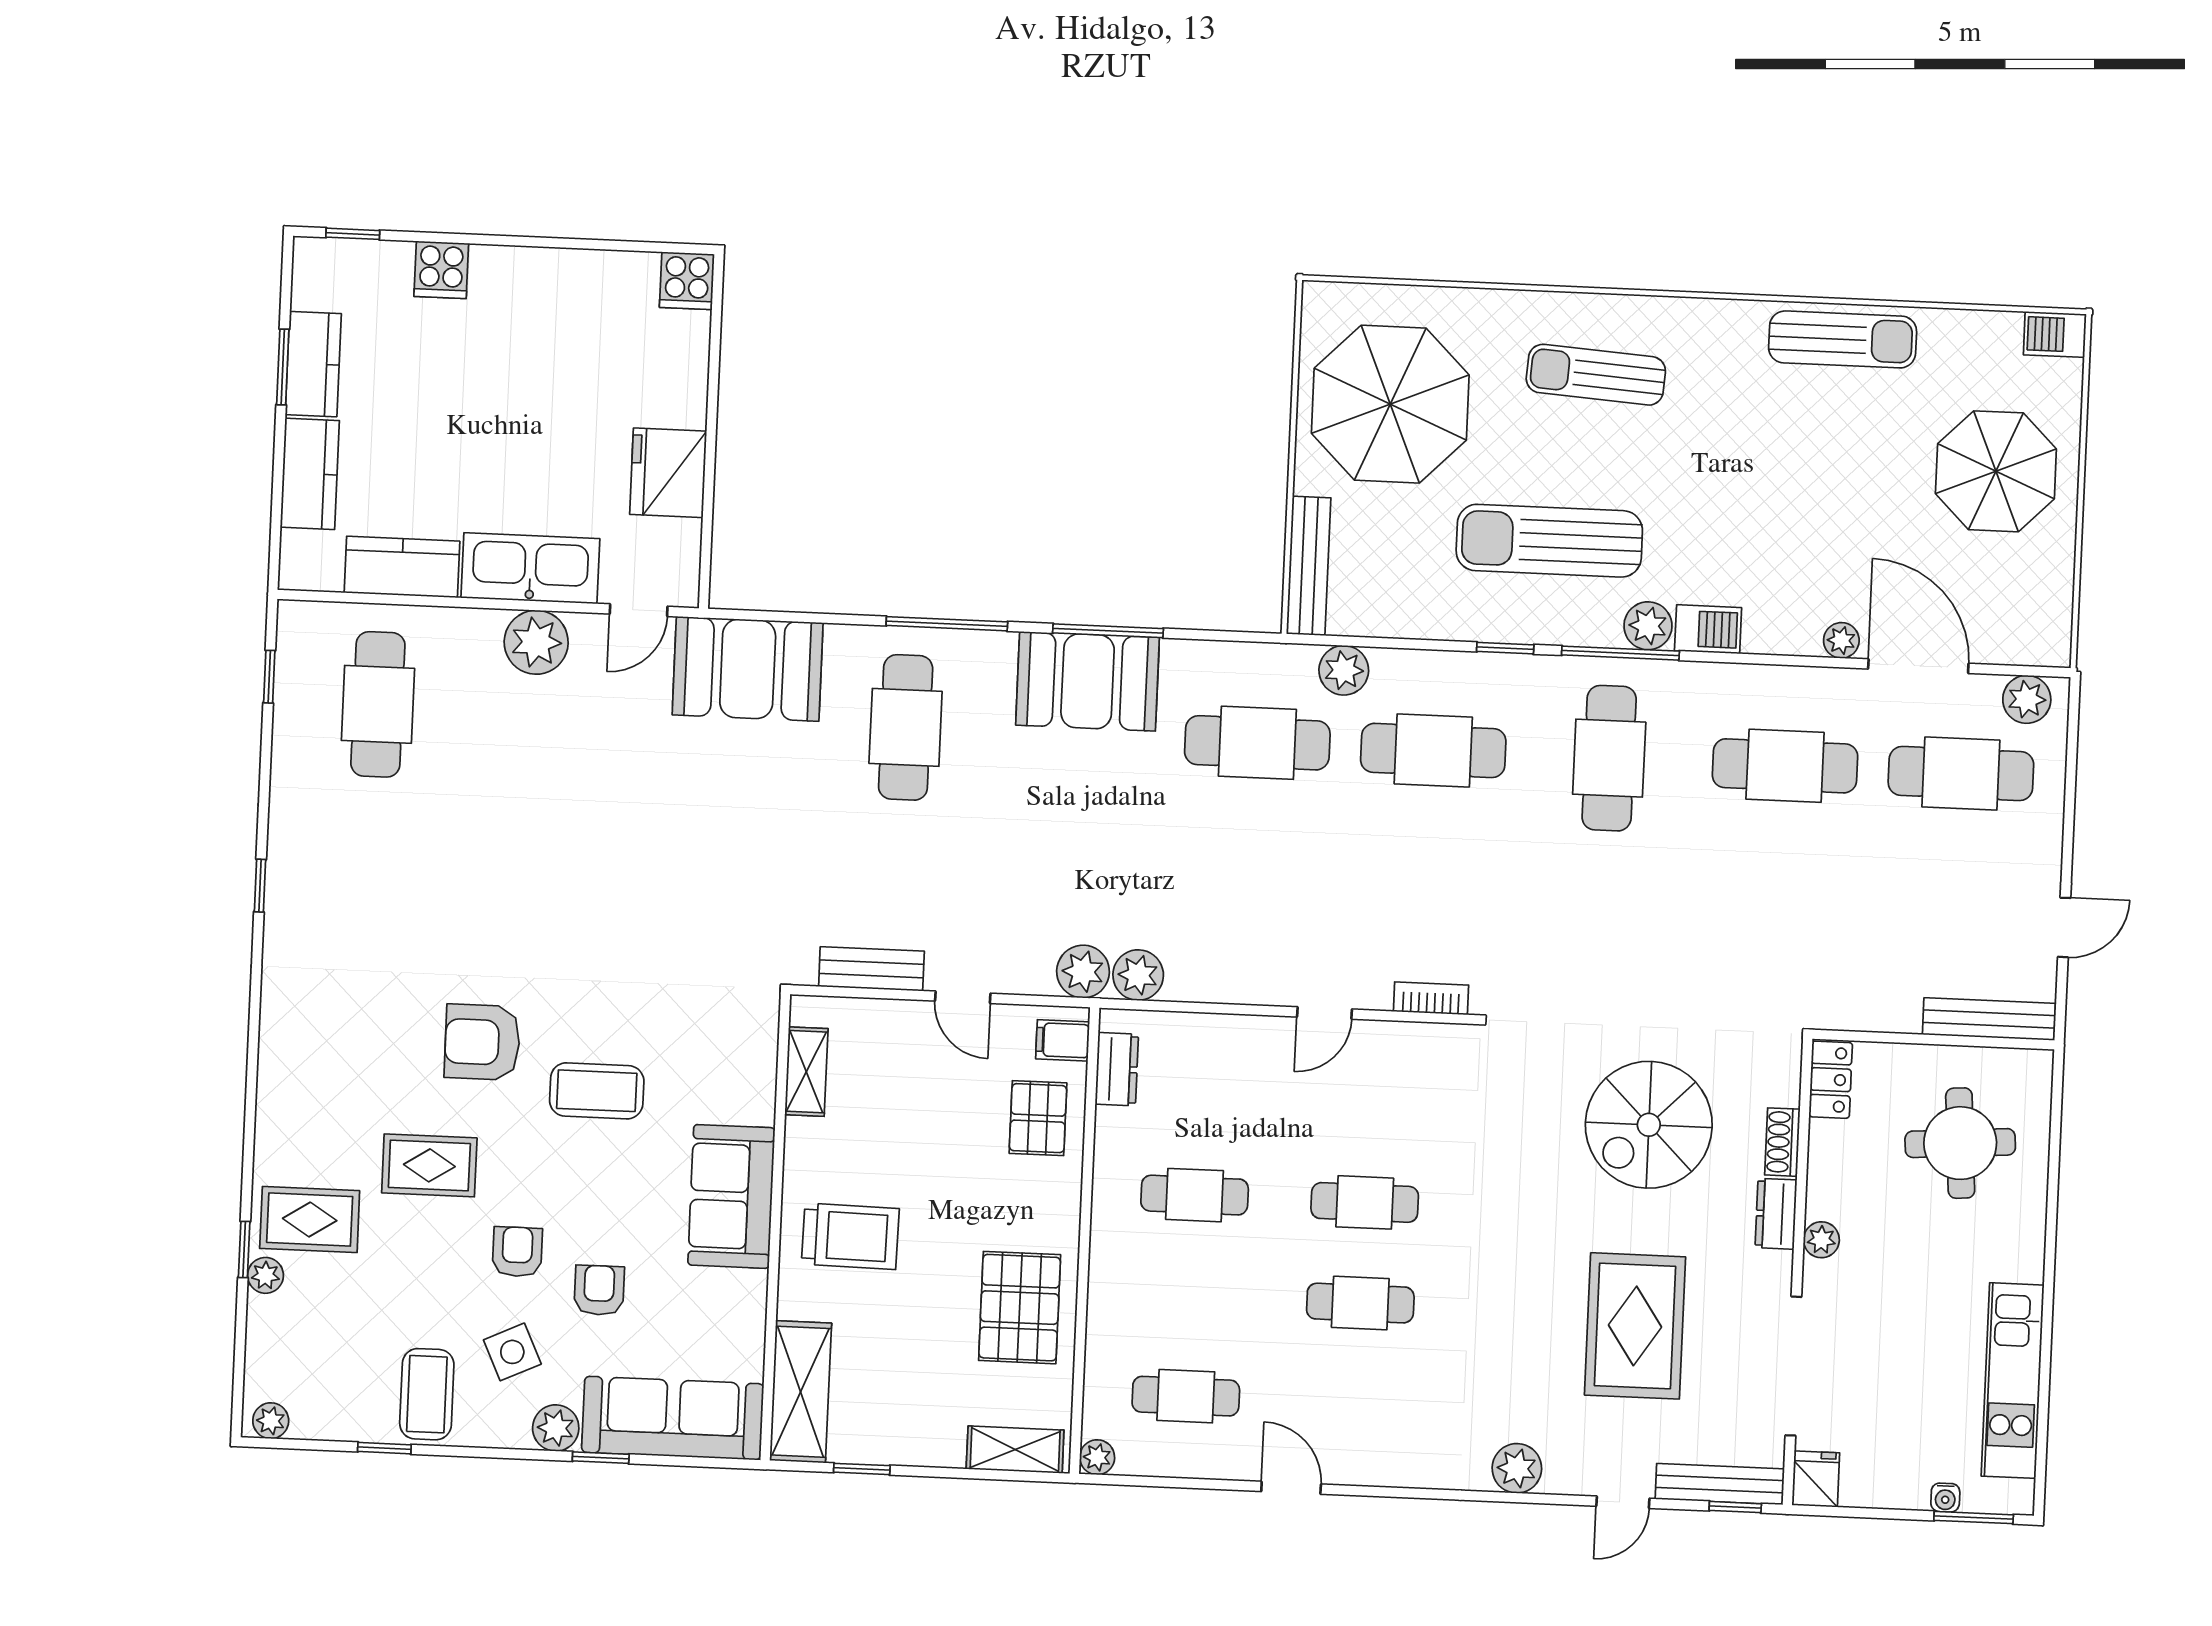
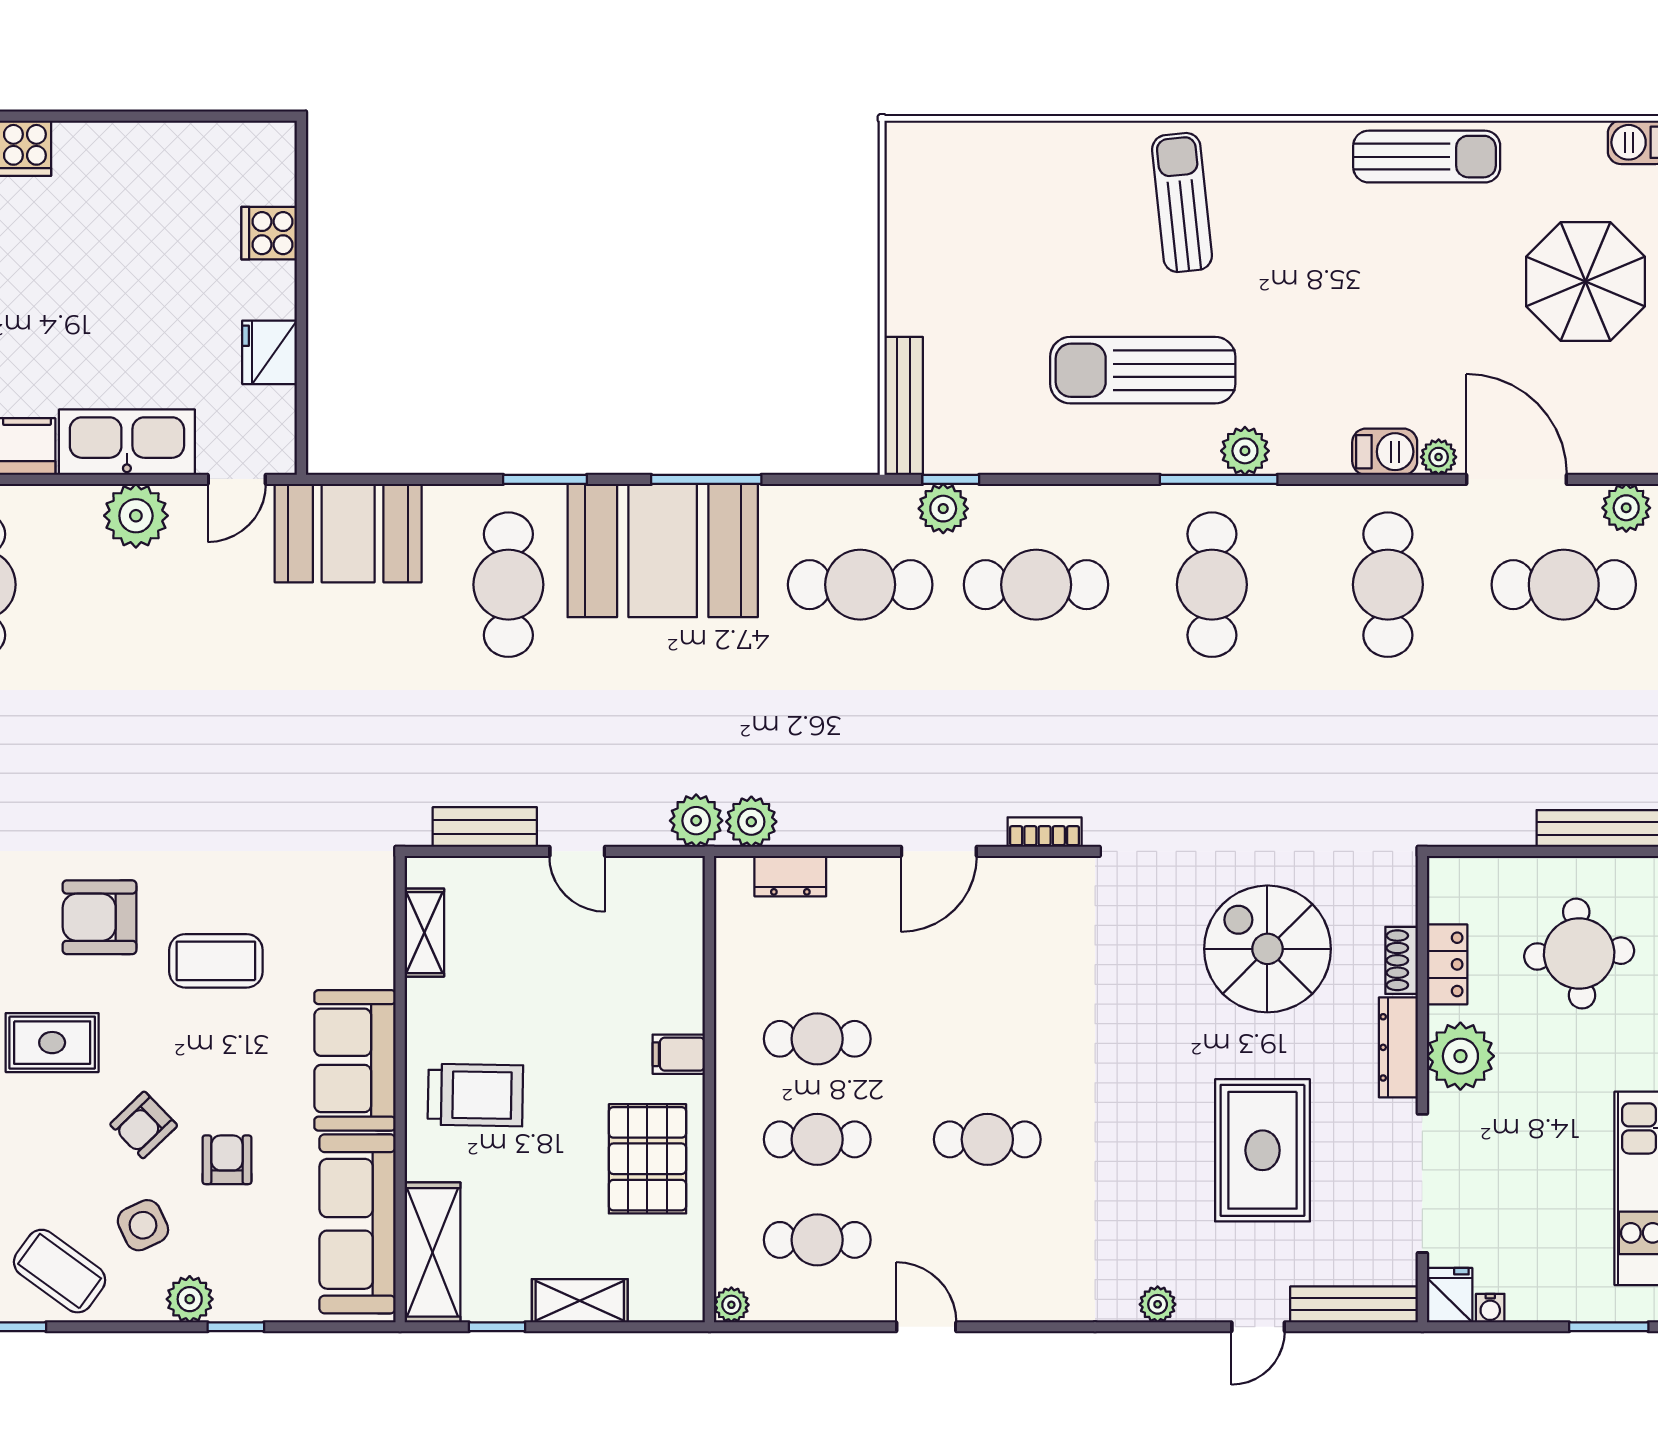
cooker: (687, 281) -> (269, 233), moved, turned 90
sun lounger: (1596, 375) -> (1182, 203), turned 80
parasol: (1390, 404) -> (978, 241), removed
fridge: (668, 473) -> (270, 352), width x0.73, depth x0.75
window: (947, 624) -> (545, 479), width x0.69
barbecue: (1708, 629) -> (1385, 452), moved
window: (1505, 648) -> (951, 479), moved
booth: (1088, 681) -> (663, 551), width x1.36, depth x1.42
cafe table: (1785, 766) -> (1388, 585), turned 90
door: (1324, 1013) -> (939, 851), width x1.38
filing cabinet: (1063, 1040) -> (679, 1054), moved
dresser: (1117, 1069) -> (790, 876), moved, turned 90
locker: (1831, 1080) -> (1447, 964), moved
pallet: (1038, 1118) -> (658, 969), removed
spiral stairs: (1649, 1125) -> (1267, 949), turned 90
cafe table: (1365, 1202) -> (817, 1139), moved
dresser: (1776, 1214) -> (1398, 1047), width x1.44
plant: (1821, 1240) -> (1460, 1056), width x1.88, depth x1.88
armchair: (517, 1252) -> (144, 1125), turned -134
coffee table: (427, 1394) -> (60, 1271), turned -54
sofa: (673, 1418) -> (357, 1224), moved, turned -90
shelving: (1015, 1450) -> (580, 1301), moved
plant: (1517, 1468) -> (1158, 1304), width x0.73, depth x0.73
water cooler: (1945, 1498) -> (1490, 1308), moved
window: (1735, 1507) -> (1370, 1327), removed

